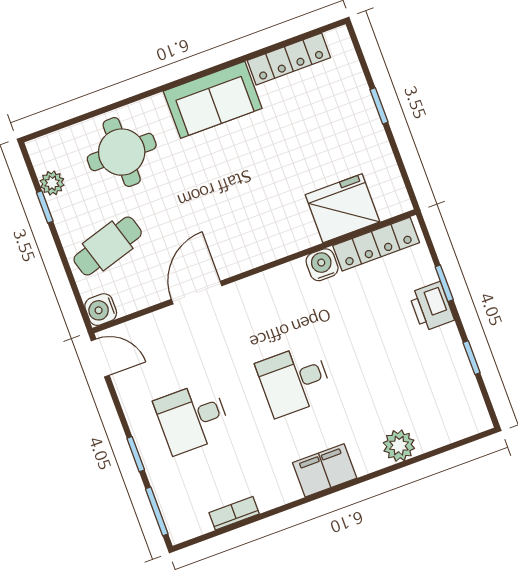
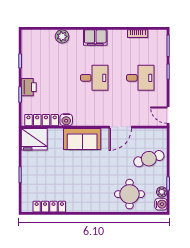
sofa: (213, 100) -> (82, 139), moved, turned 180
fridge: (343, 208) -> (34, 139), moved
water cooler: (101, 310) -> (161, 204), moved

